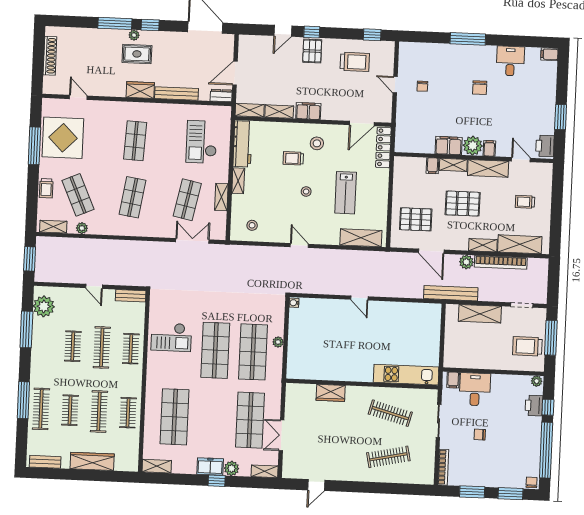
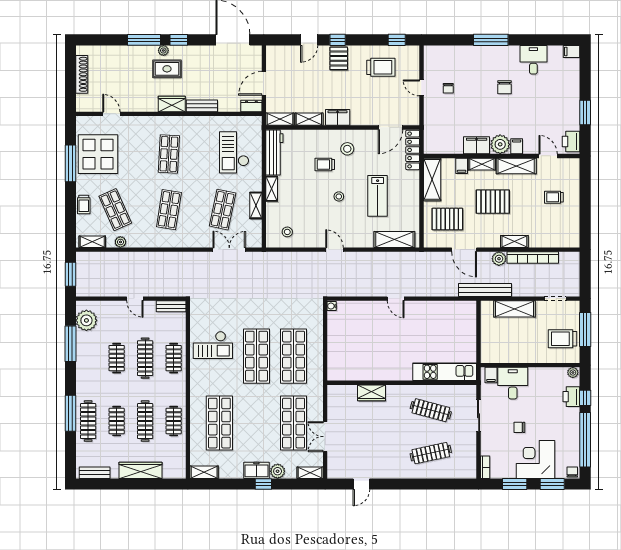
bench: (177, 93) -> (202, 106), width x0.73
shelving: (520, 244) -> (432, 179), moved, turned 90
plant: (278, 342) -> (318, 345), removed
bookcase: (443, 467) -> (485, 467), width x0.64
corner desk: (495, 468) -> (536, 459), added

